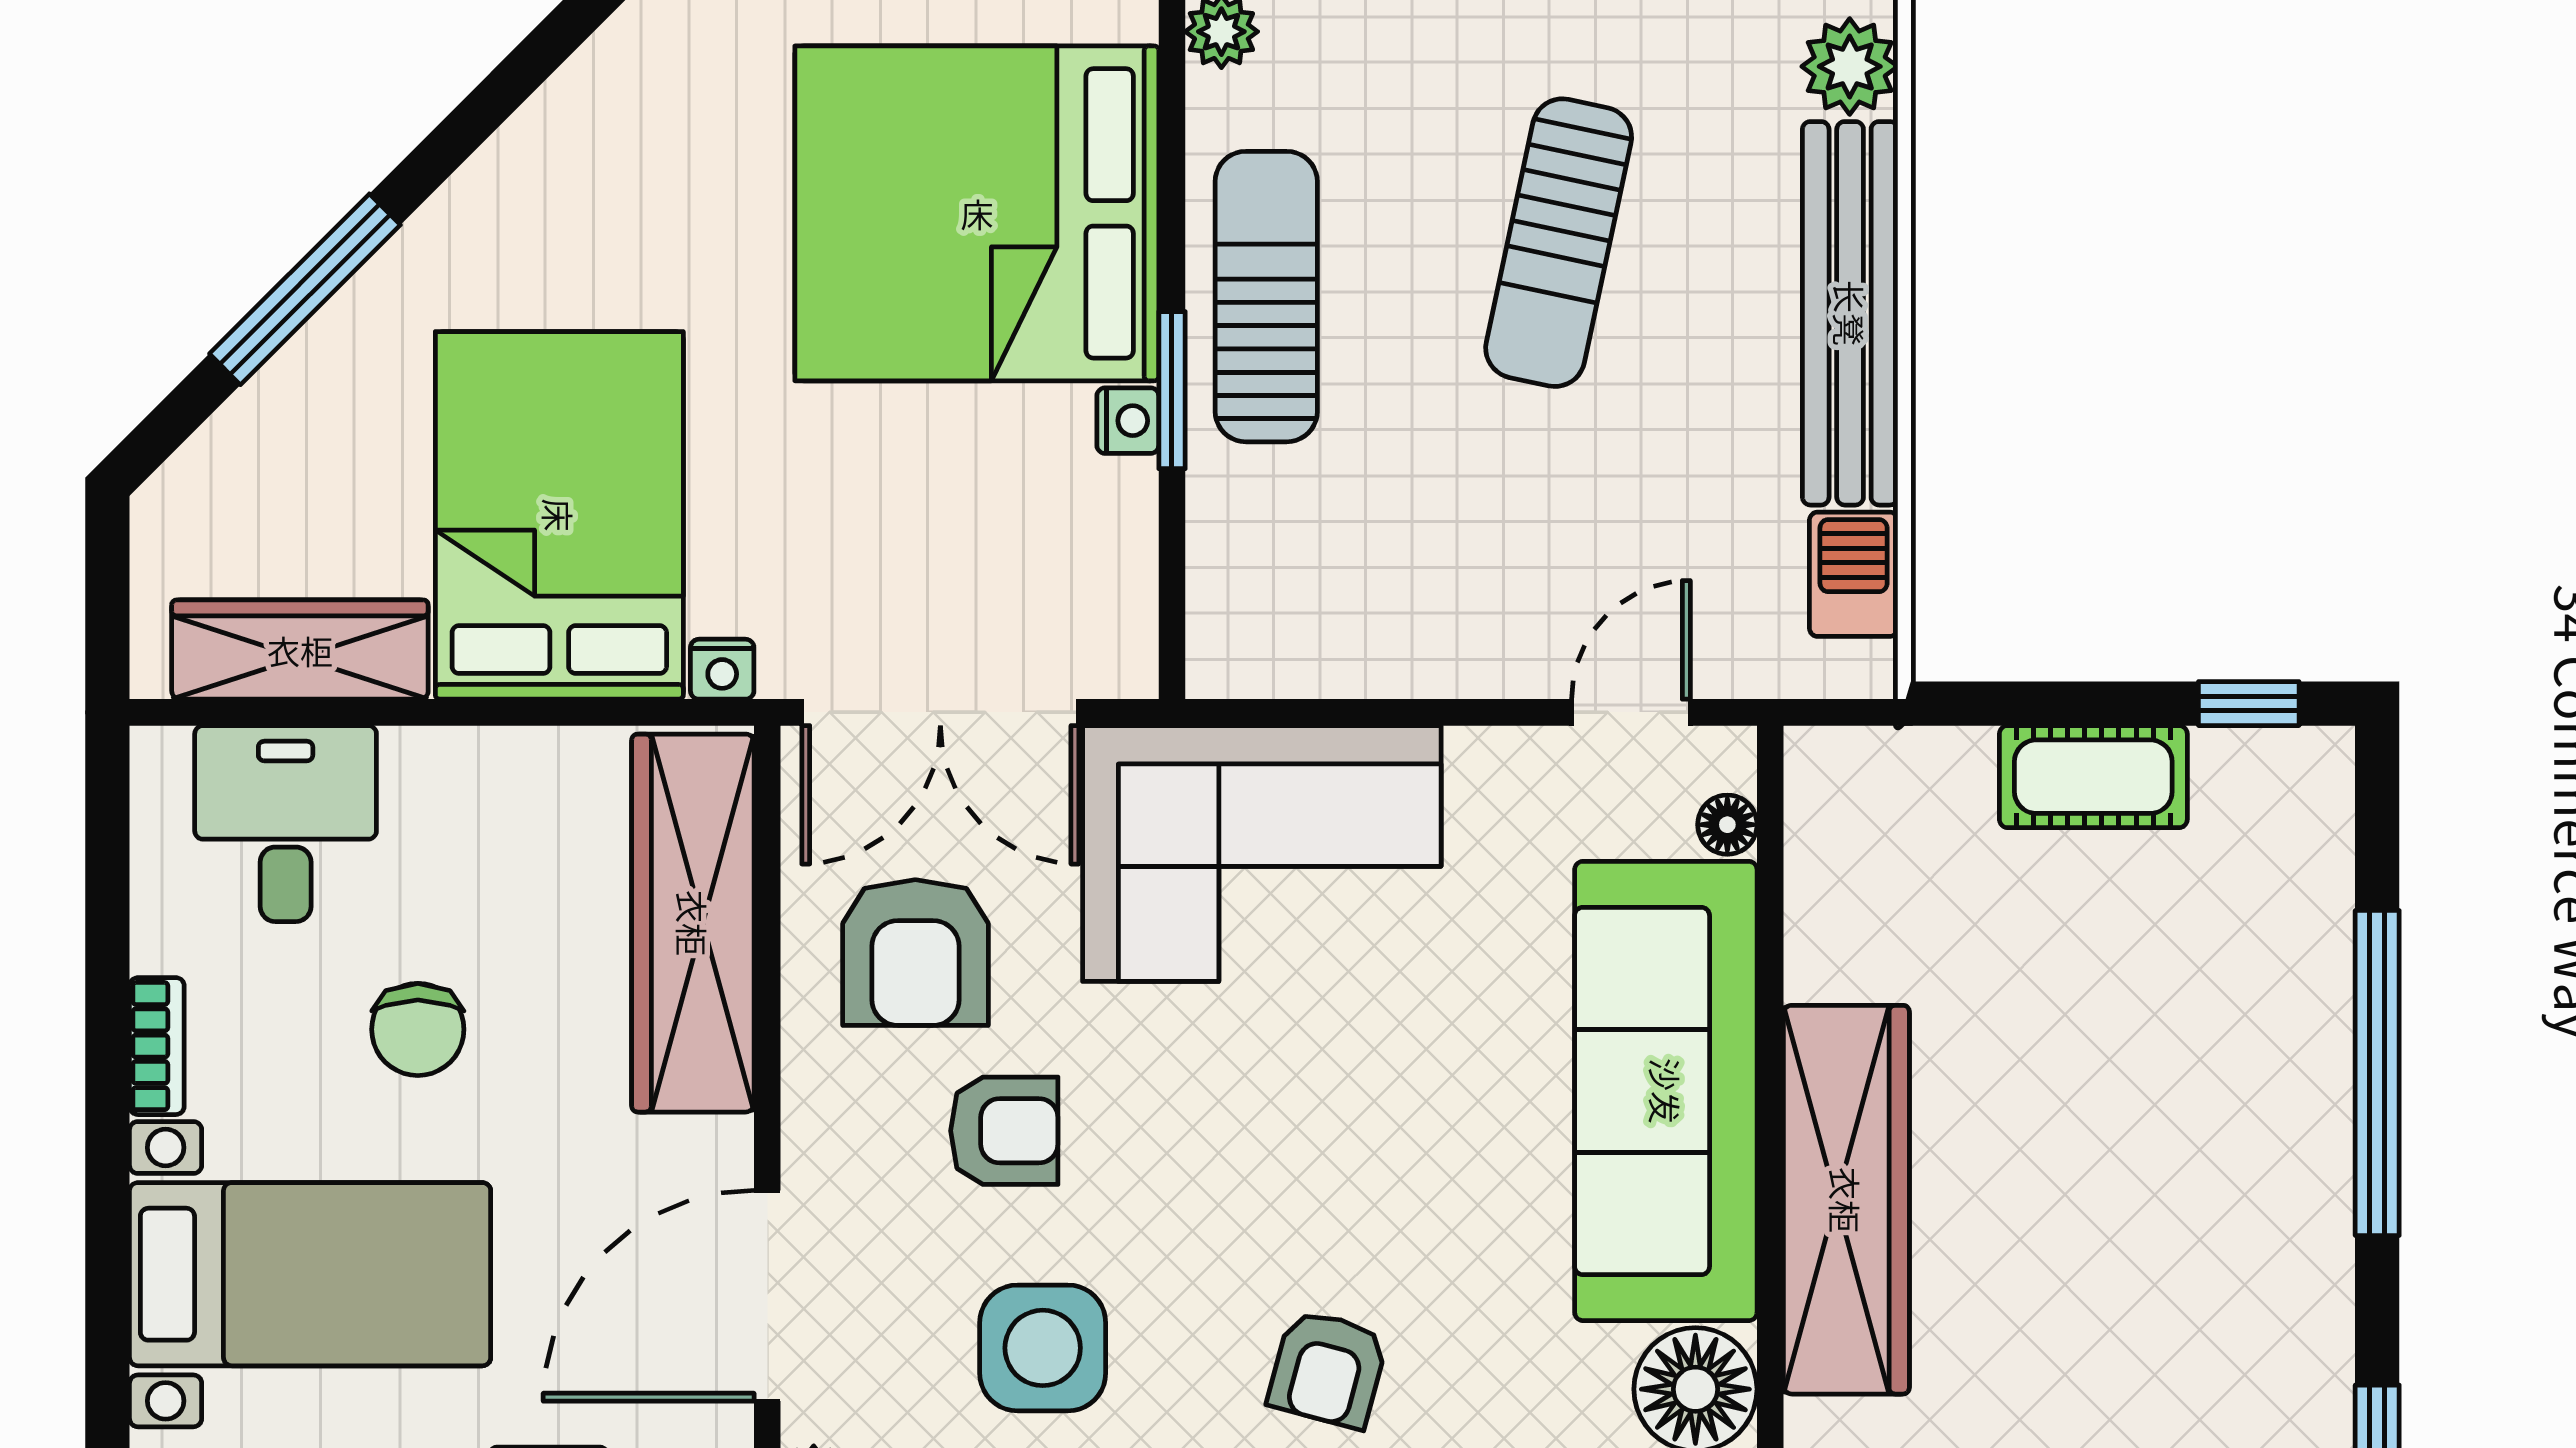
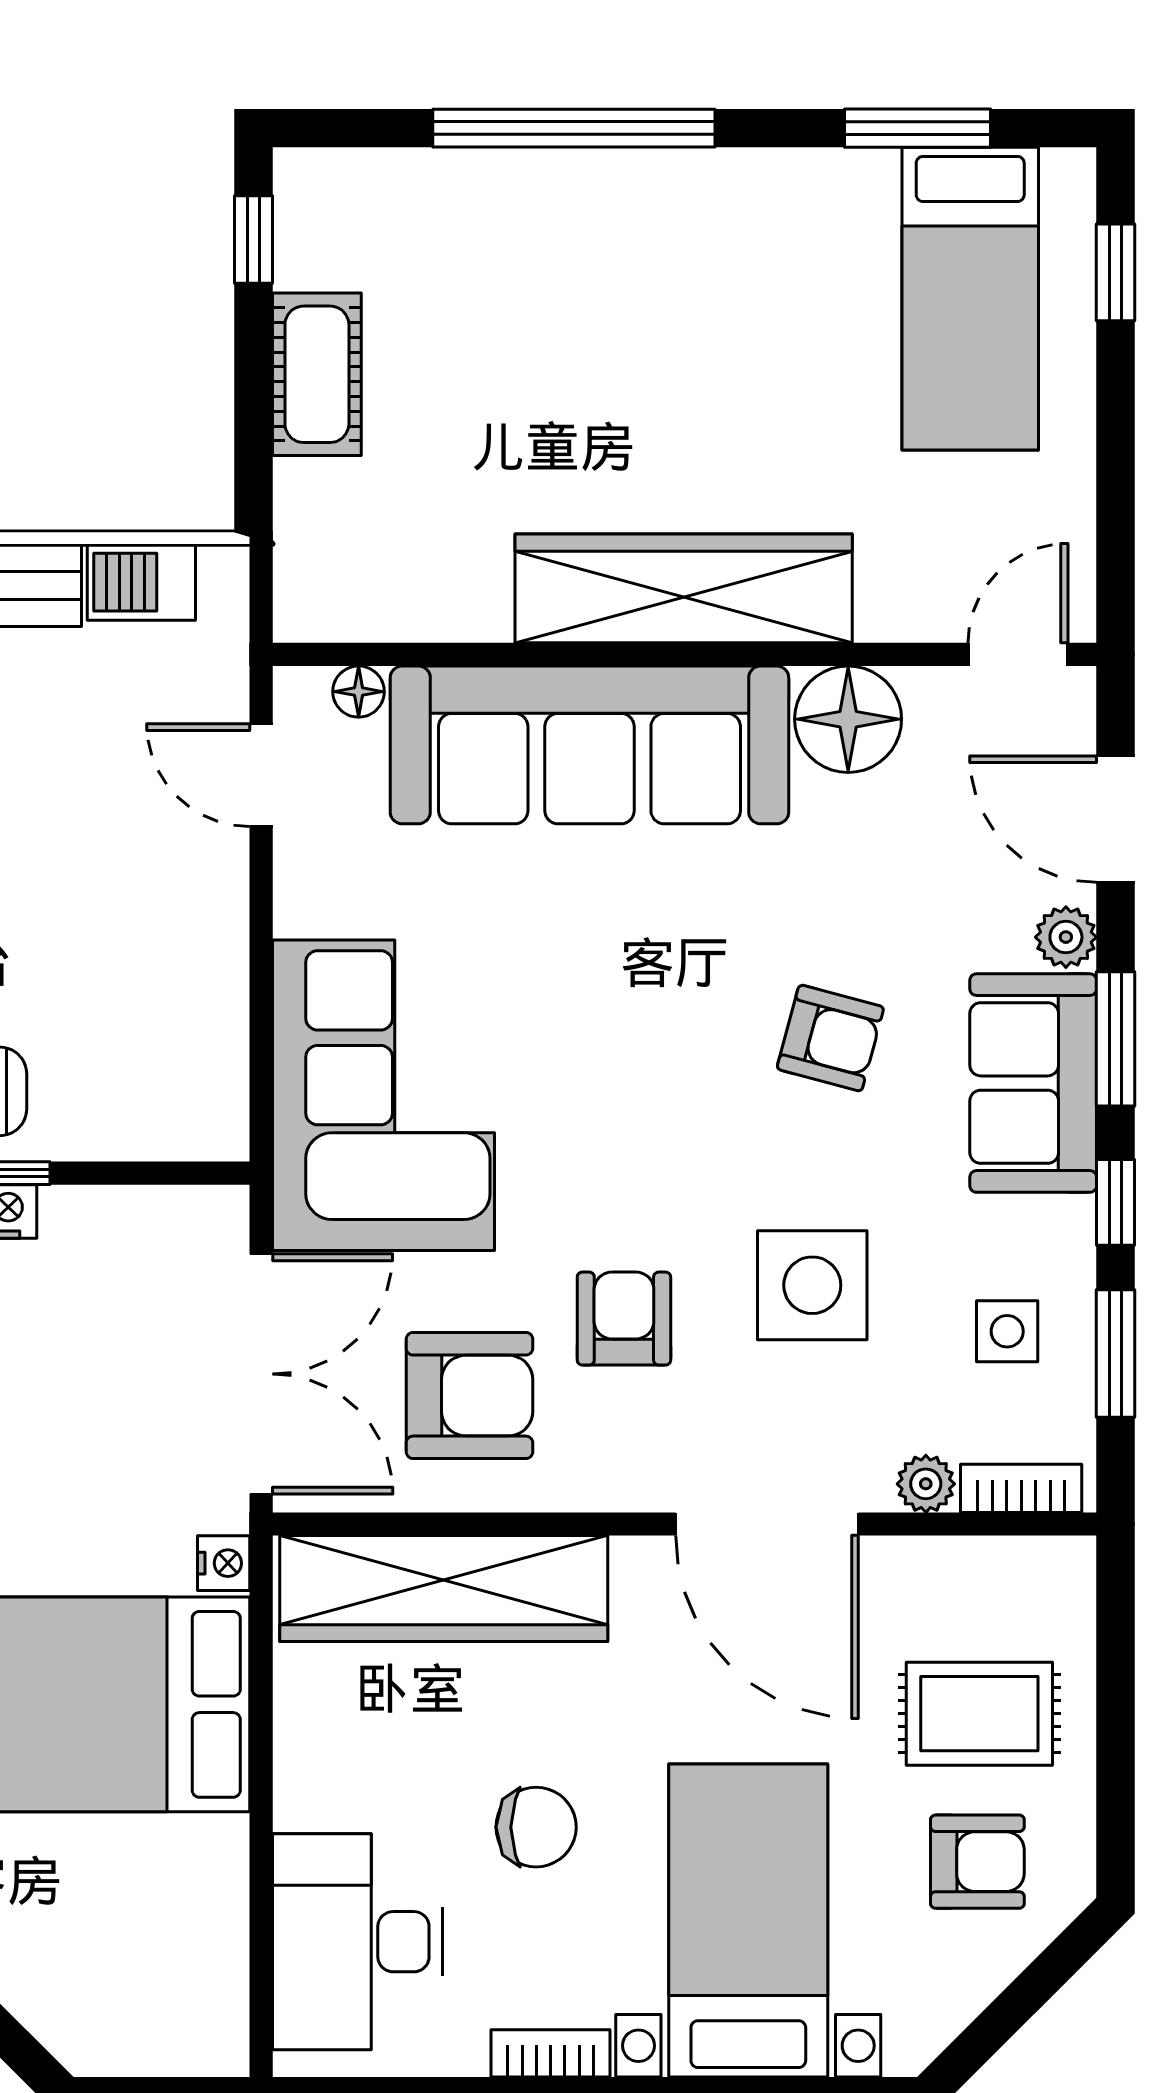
wardrobe: (300, 650) -> (207, 1929), removed
desk: (286, 824) -> (358, 1942), width x1.37

